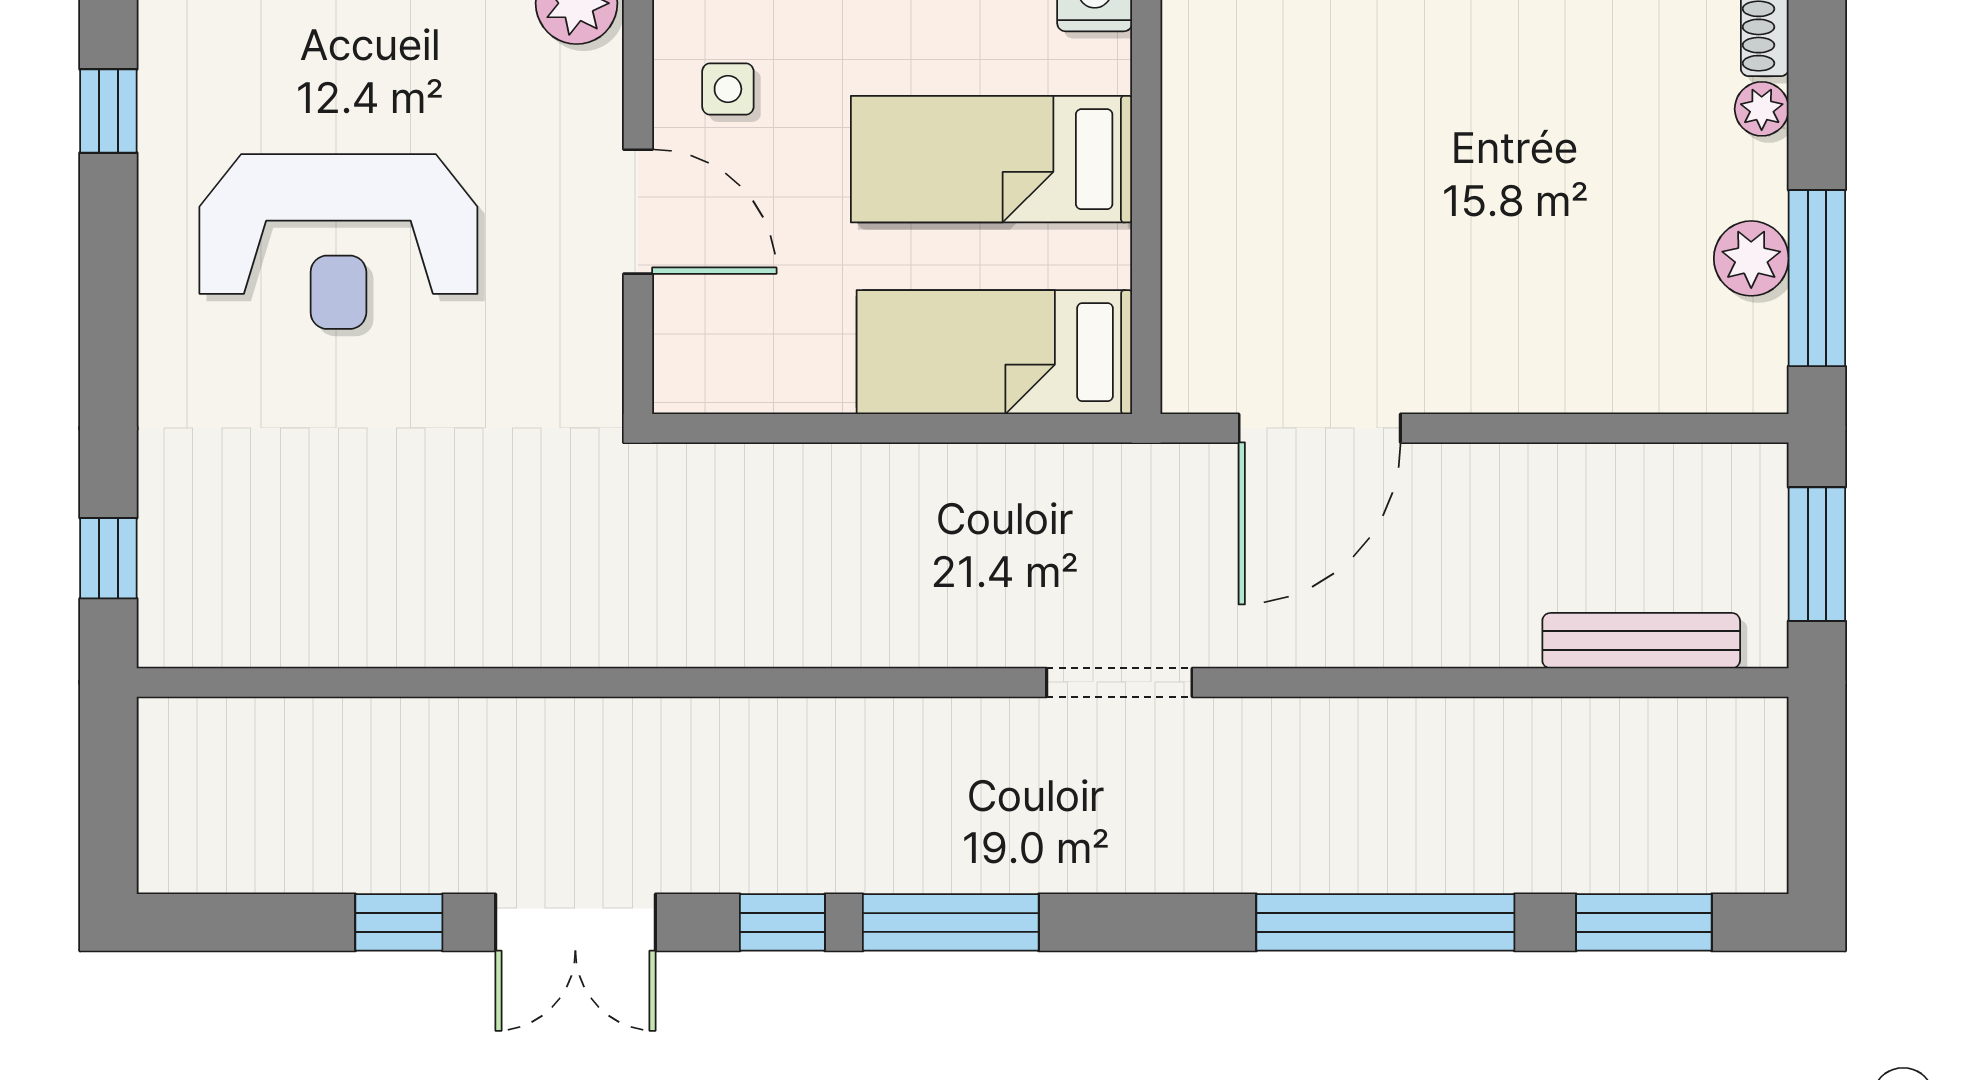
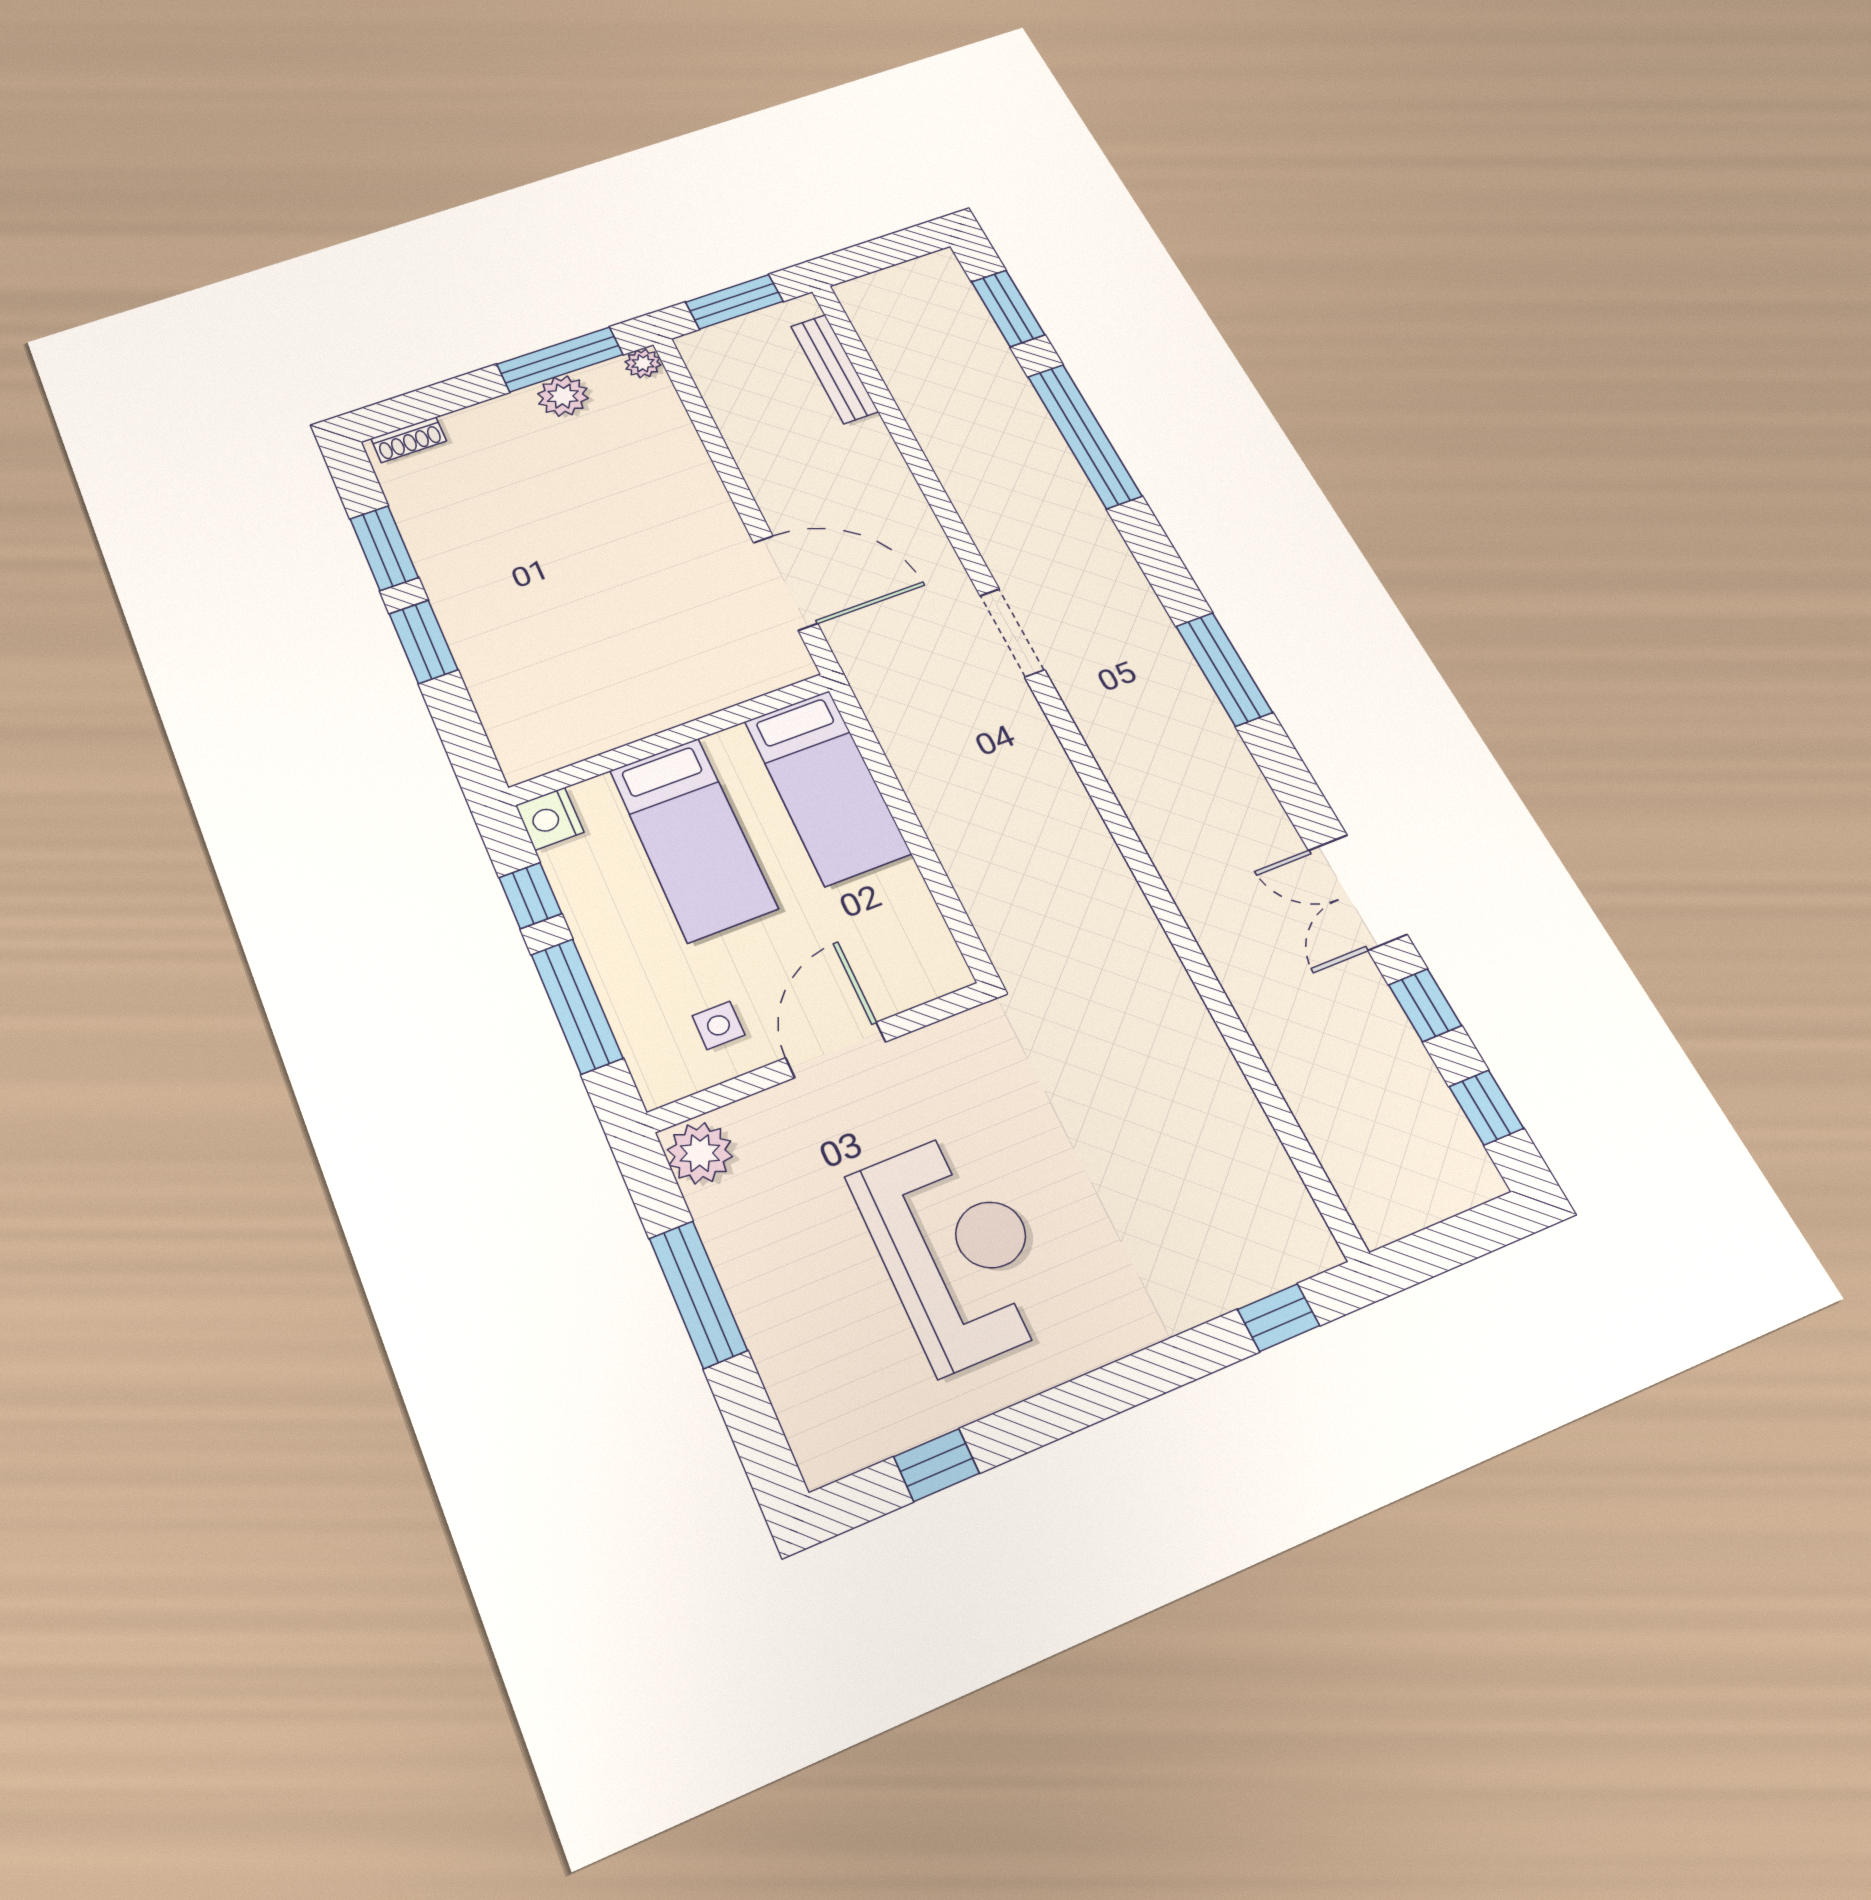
plant: (1762, 109) -> (643, 363), moved
double door: (575, 922) -> (1357, 892), swing flipped
window: (782, 922) -> (1486, 1107), moved

